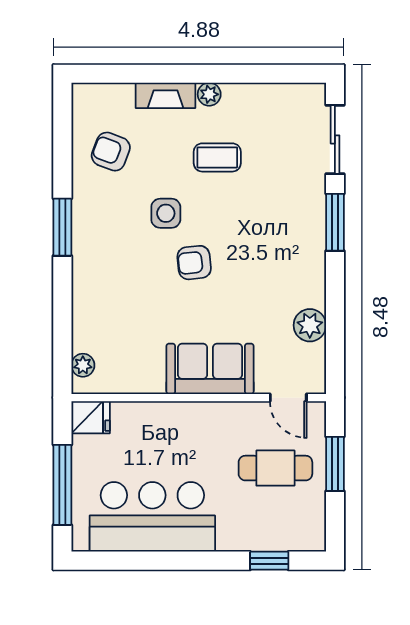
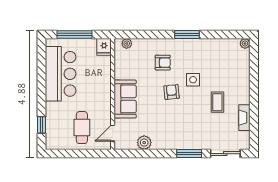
plant: (209, 94) -> (245, 44), moved
fireplace: (165, 95) -> (244, 118), moved
armchair: (111, 152) -> (163, 63), moved, turned 69
window: (335, 464) -> (84, 154), removed

